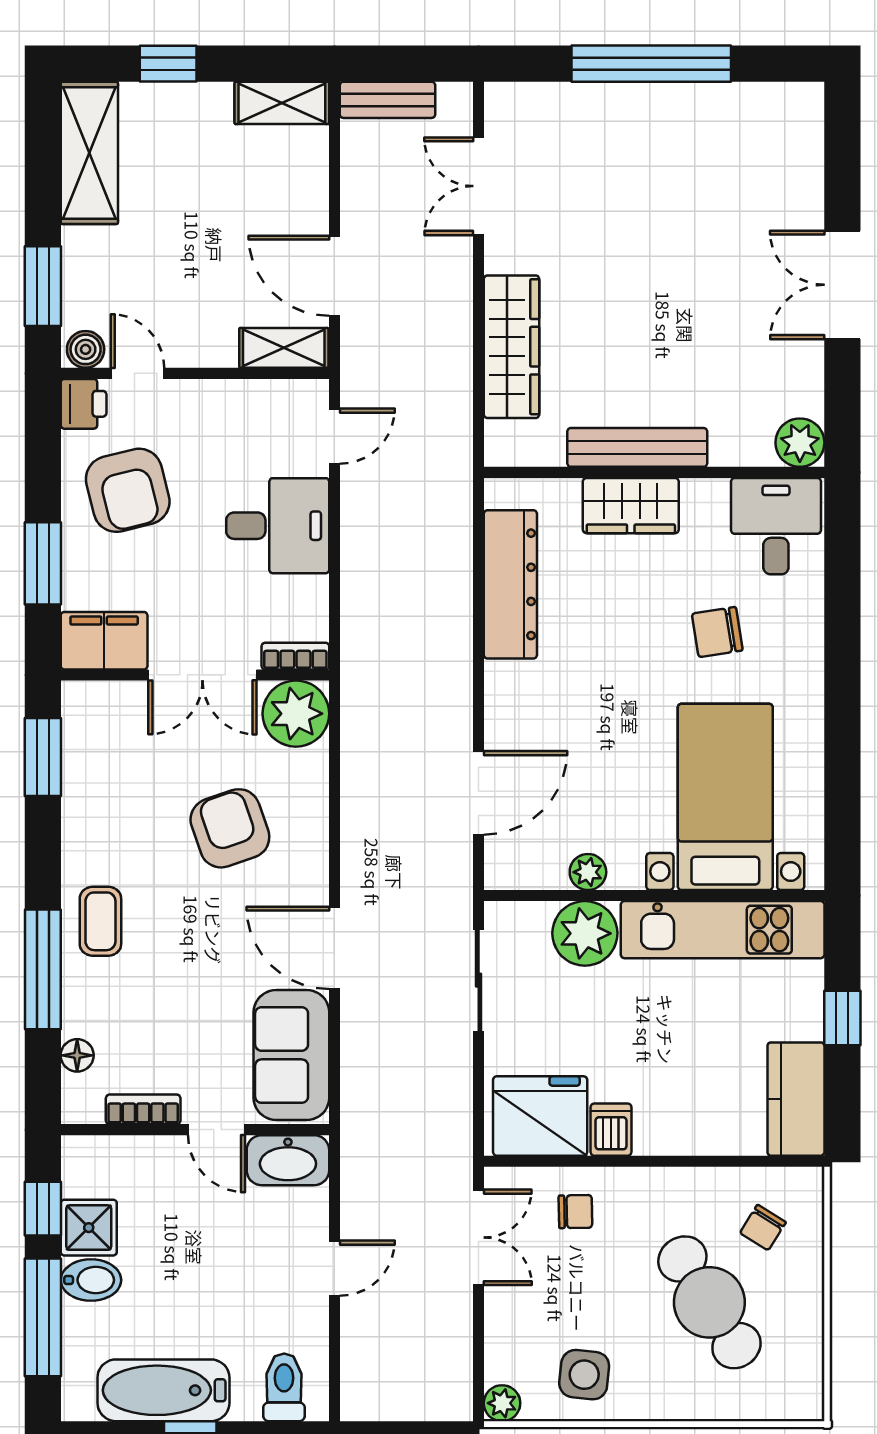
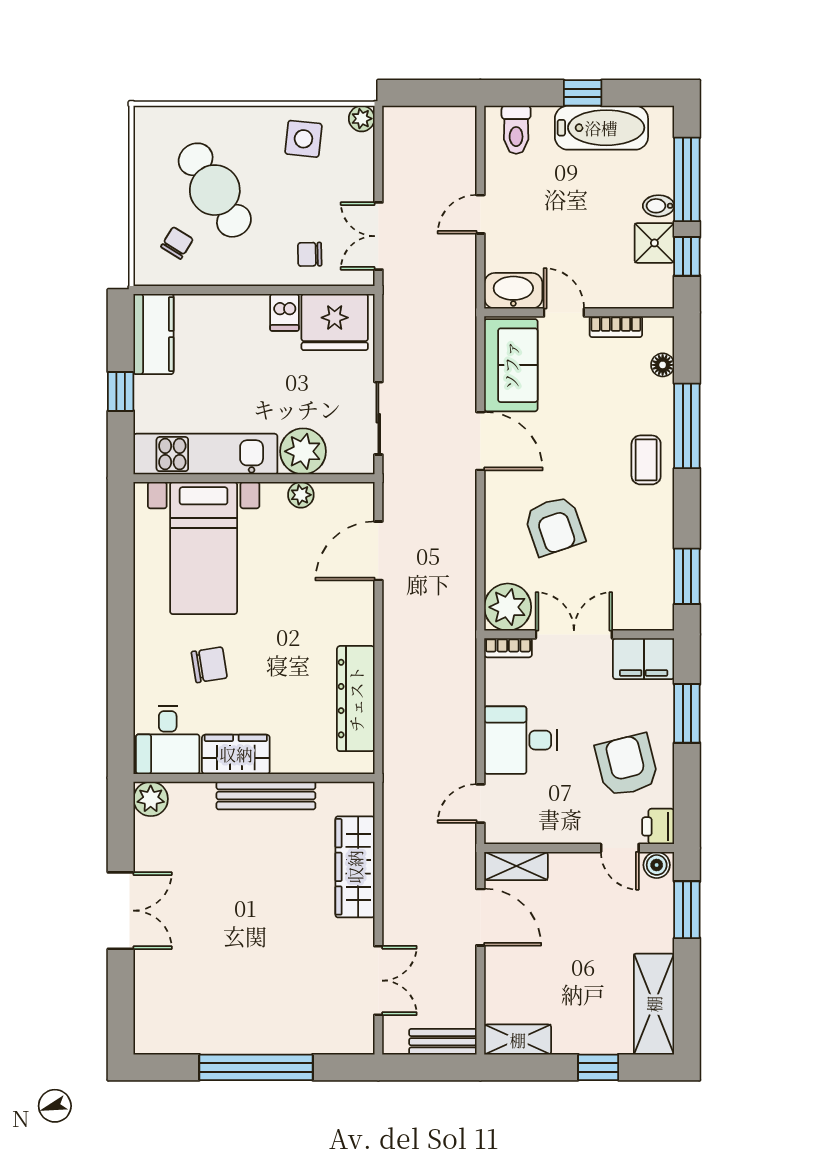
wardrobe: (631, 506) -> (236, 754), moved
bidet: (91, 1280) -> (659, 206), width x0.72, depth x0.74

